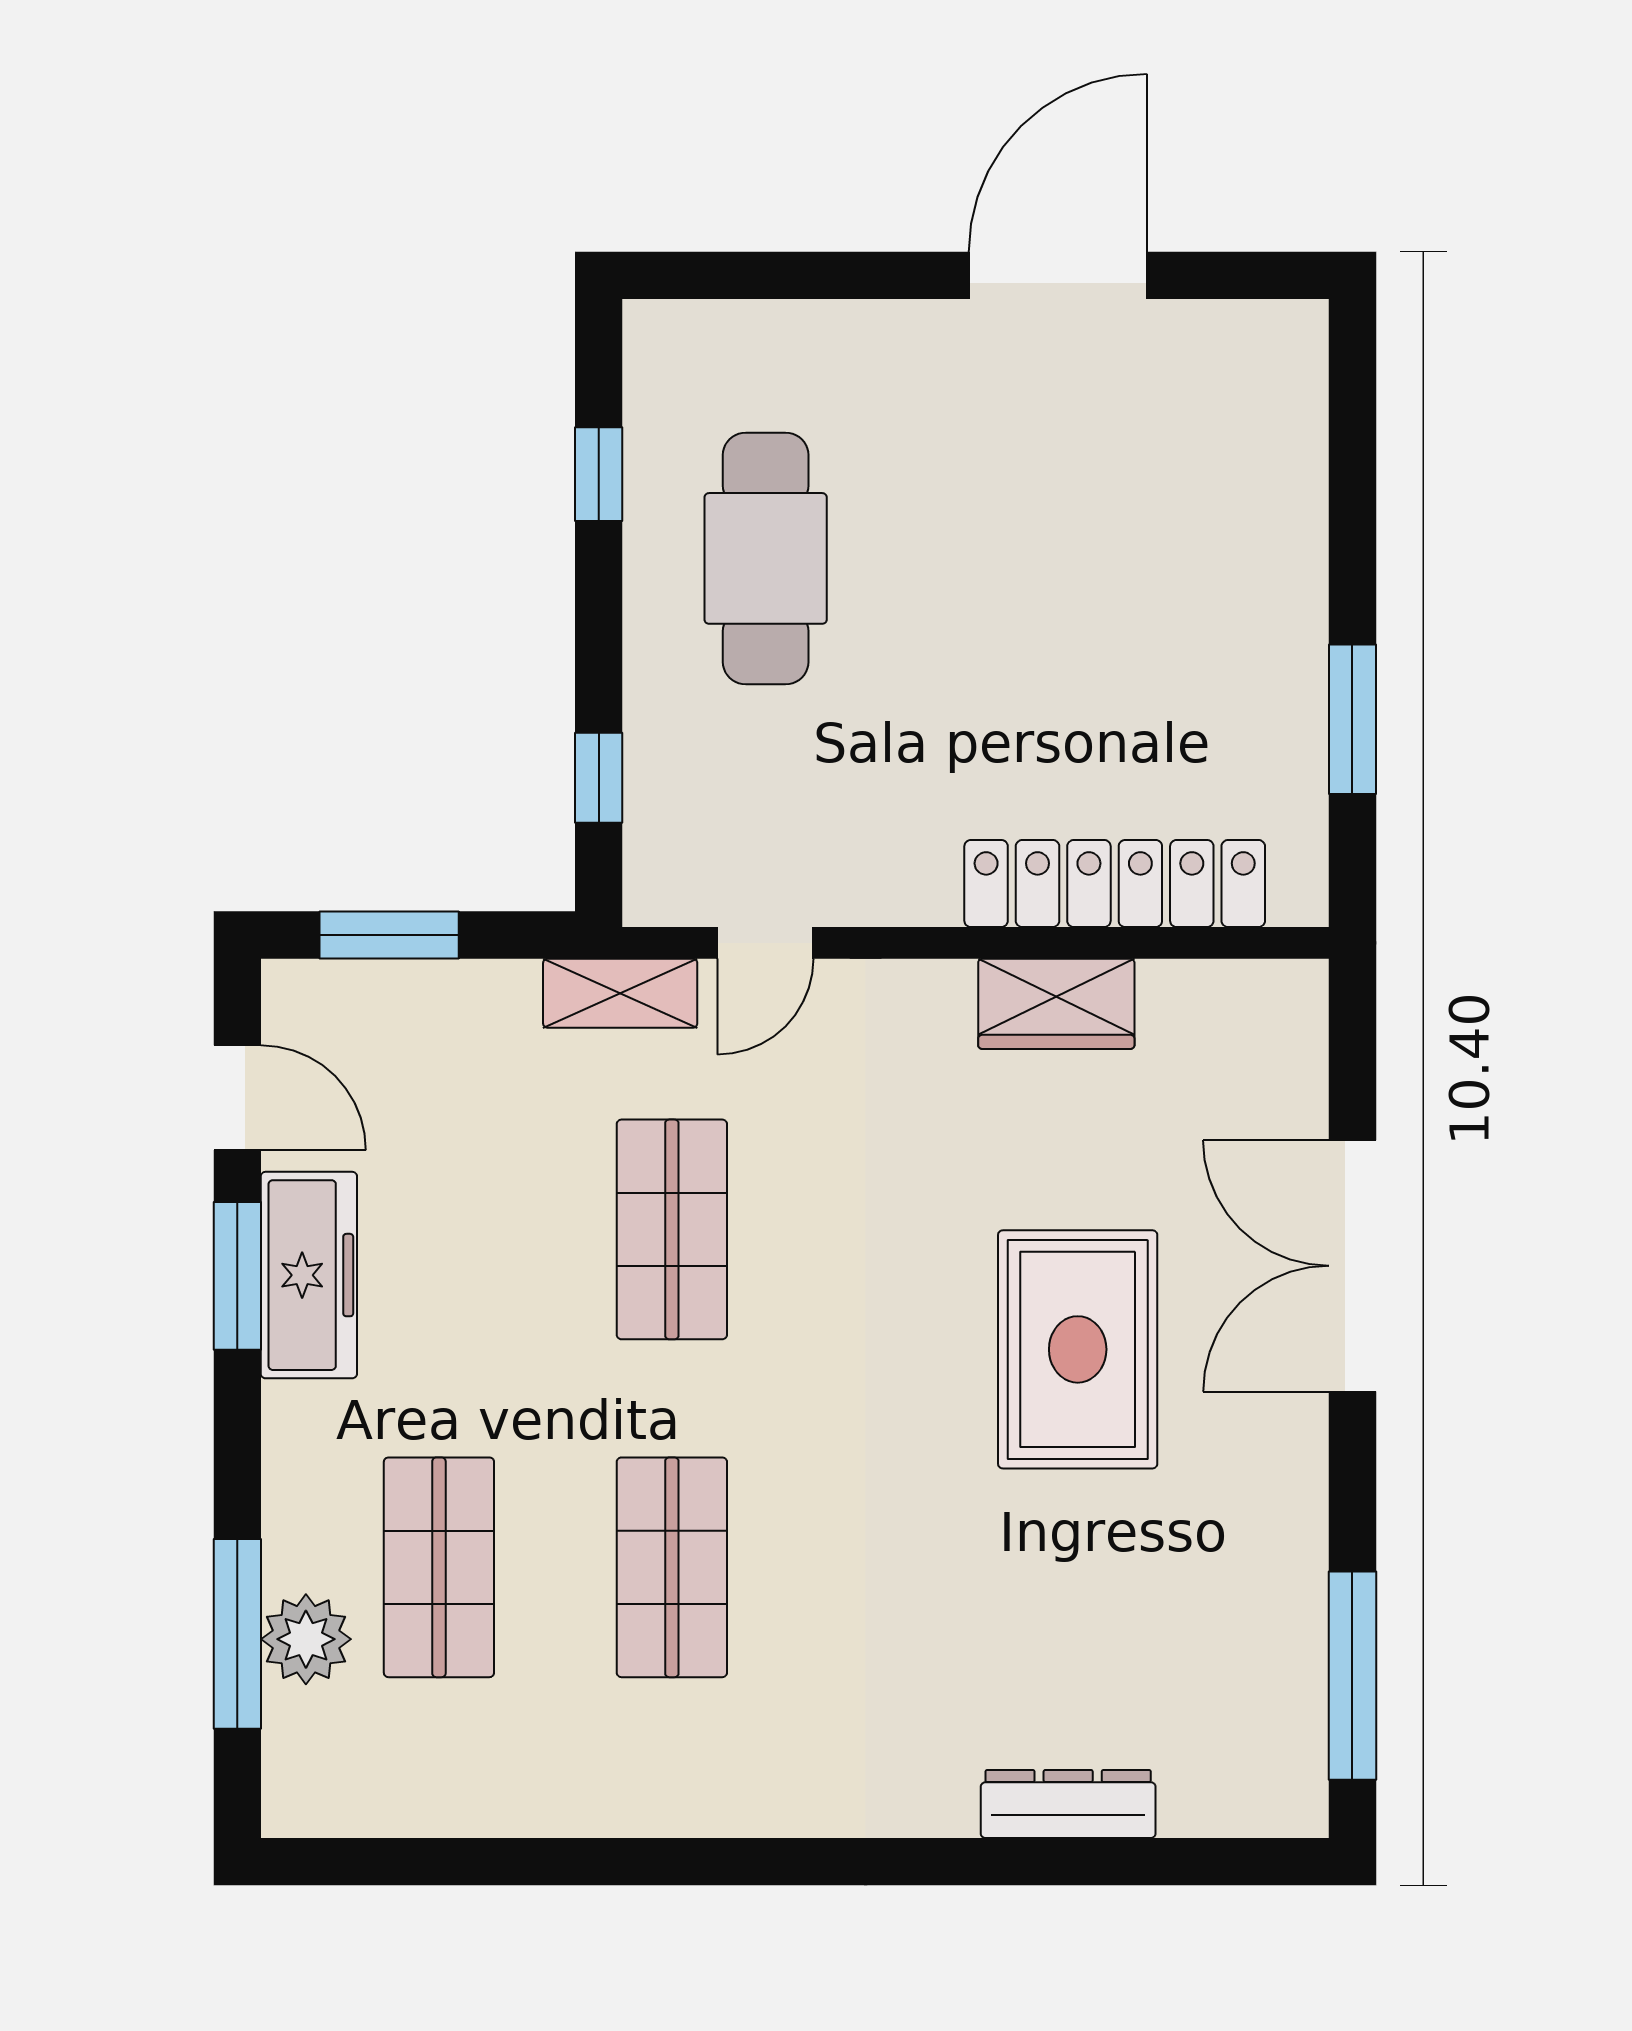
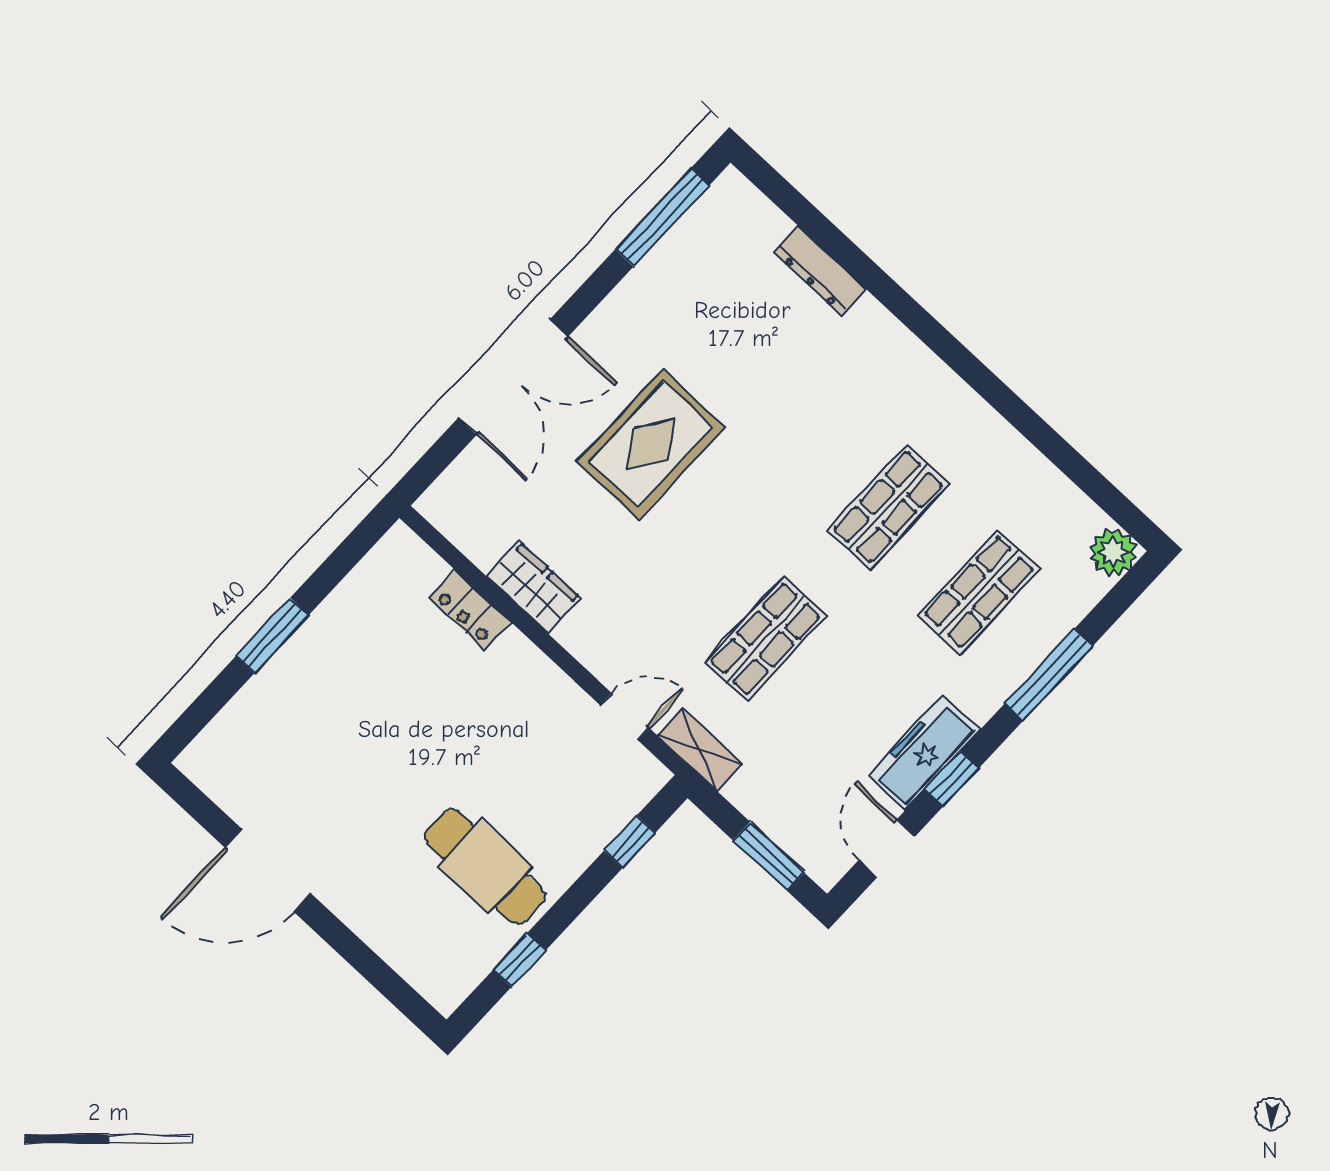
cafe table: (766, 558) -> (485, 866), turned 90
window: (1352, 719) -> (272, 636), moved
locker: (1115, 884) -> (470, 610), width x0.46, depth x0.83
window: (237, 1276) -> (952, 779), width x0.67
window: (237, 1634) -> (1049, 675), moved
plant: (306, 1639) -> (1113, 552), moved

